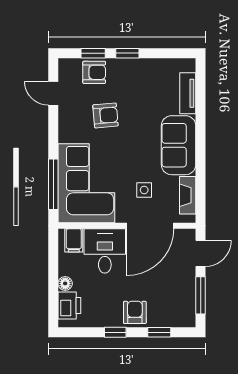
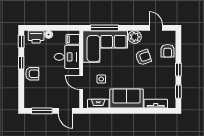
window: (93, 53) -> (178, 92), moved
door: (53, 93) -> (156, 28), hinge flipped
armchair: (105, 115) -> (143, 57), turned -104
plant: (70, 131) -> (135, 37), added
door: (150, 226) -> (81, 82), width x0.53
window: (159, 332) -> (21, 41), moved

